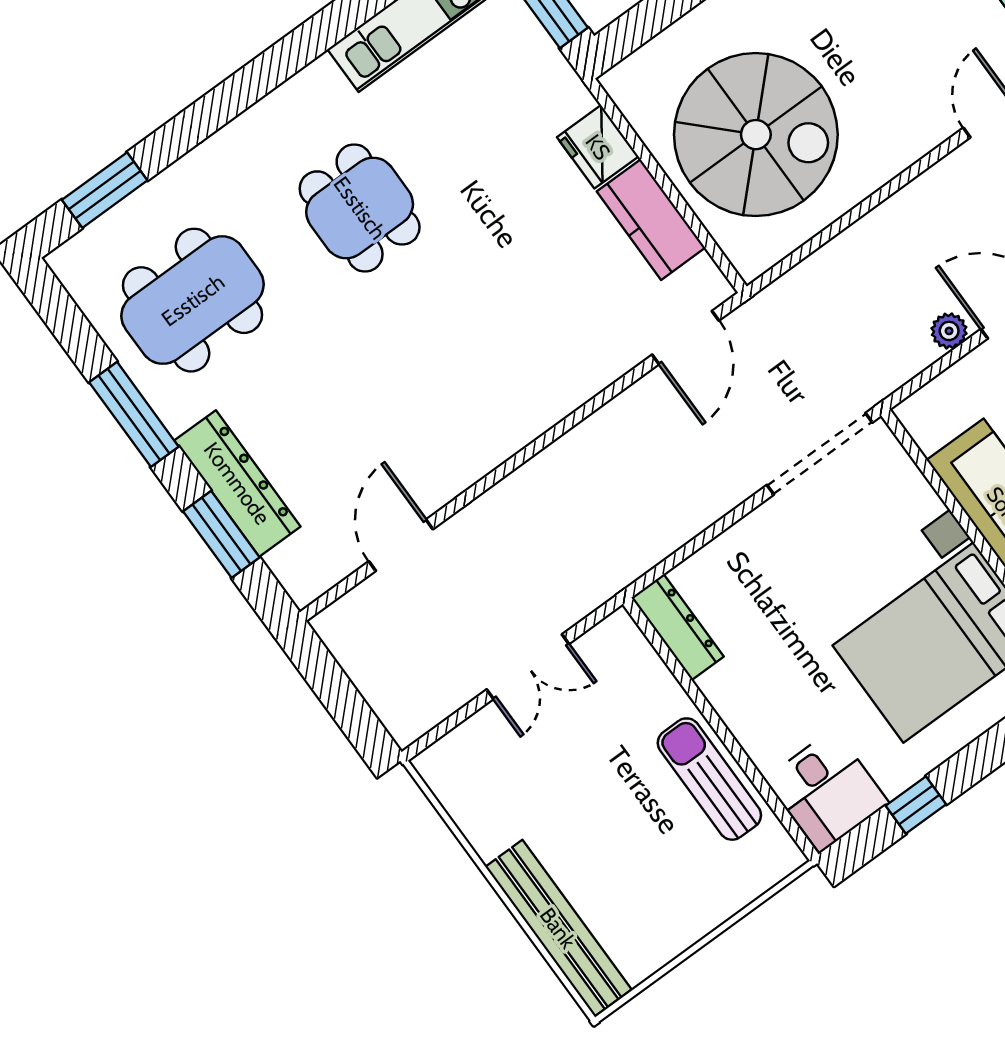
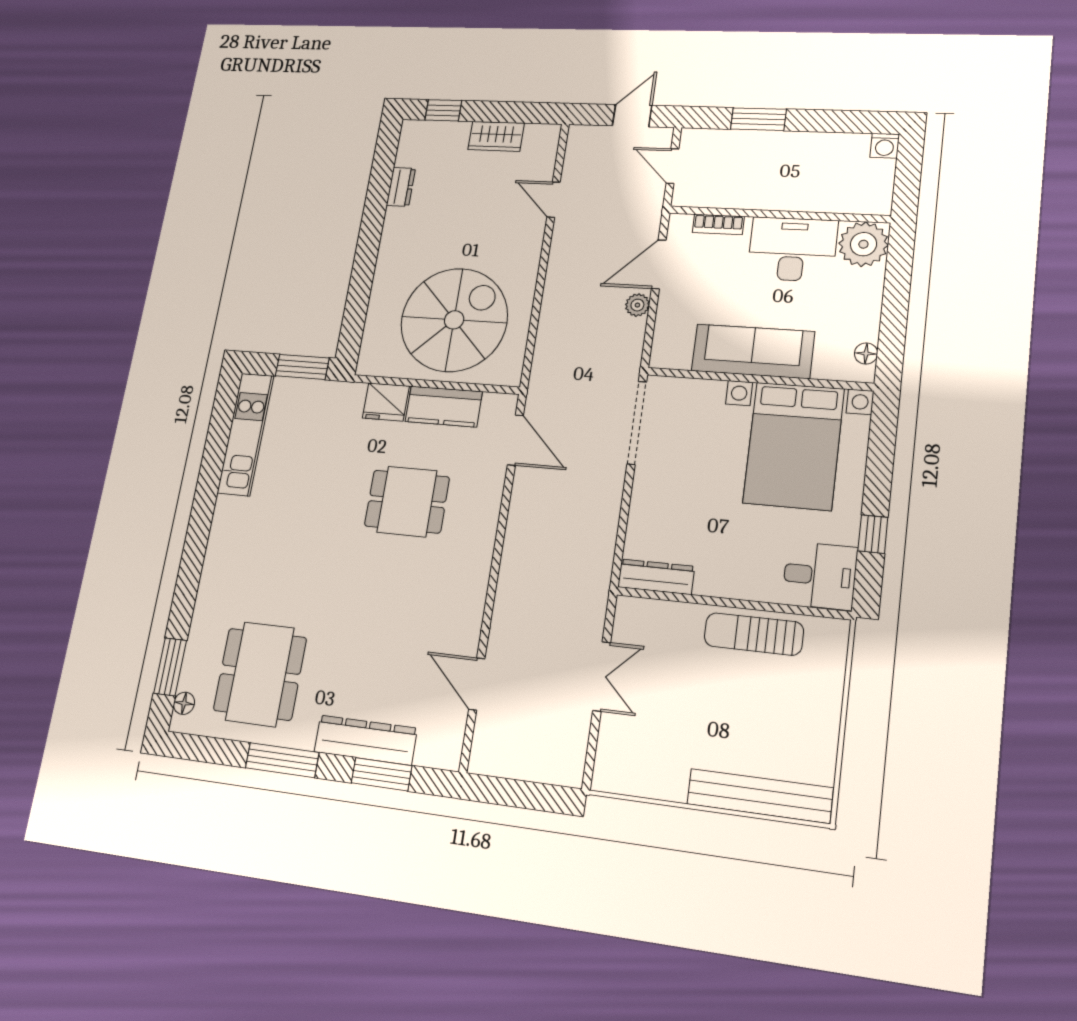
dining table: (360, 208) -> (407, 502), moved
floor lamp: (85, 246) -> (184, 703), added

